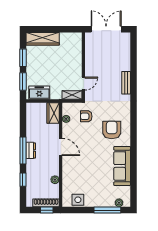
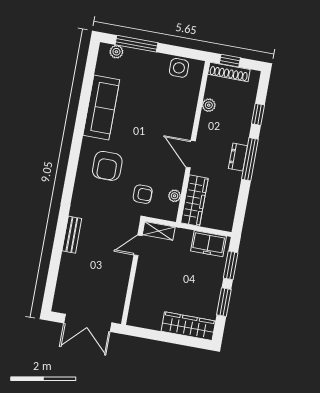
wardrobe: (53, 113) -> (194, 200), width x1.50

